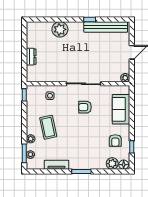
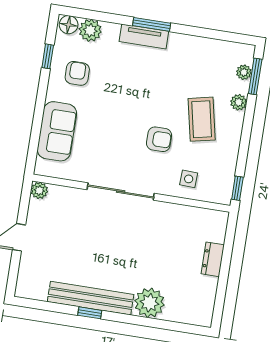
bench: (106, 27) -> (91, 298), moved
armchair: (85, 107) -> (159, 139), moved
tv unit: (57, 165) -> (144, 36), moved

